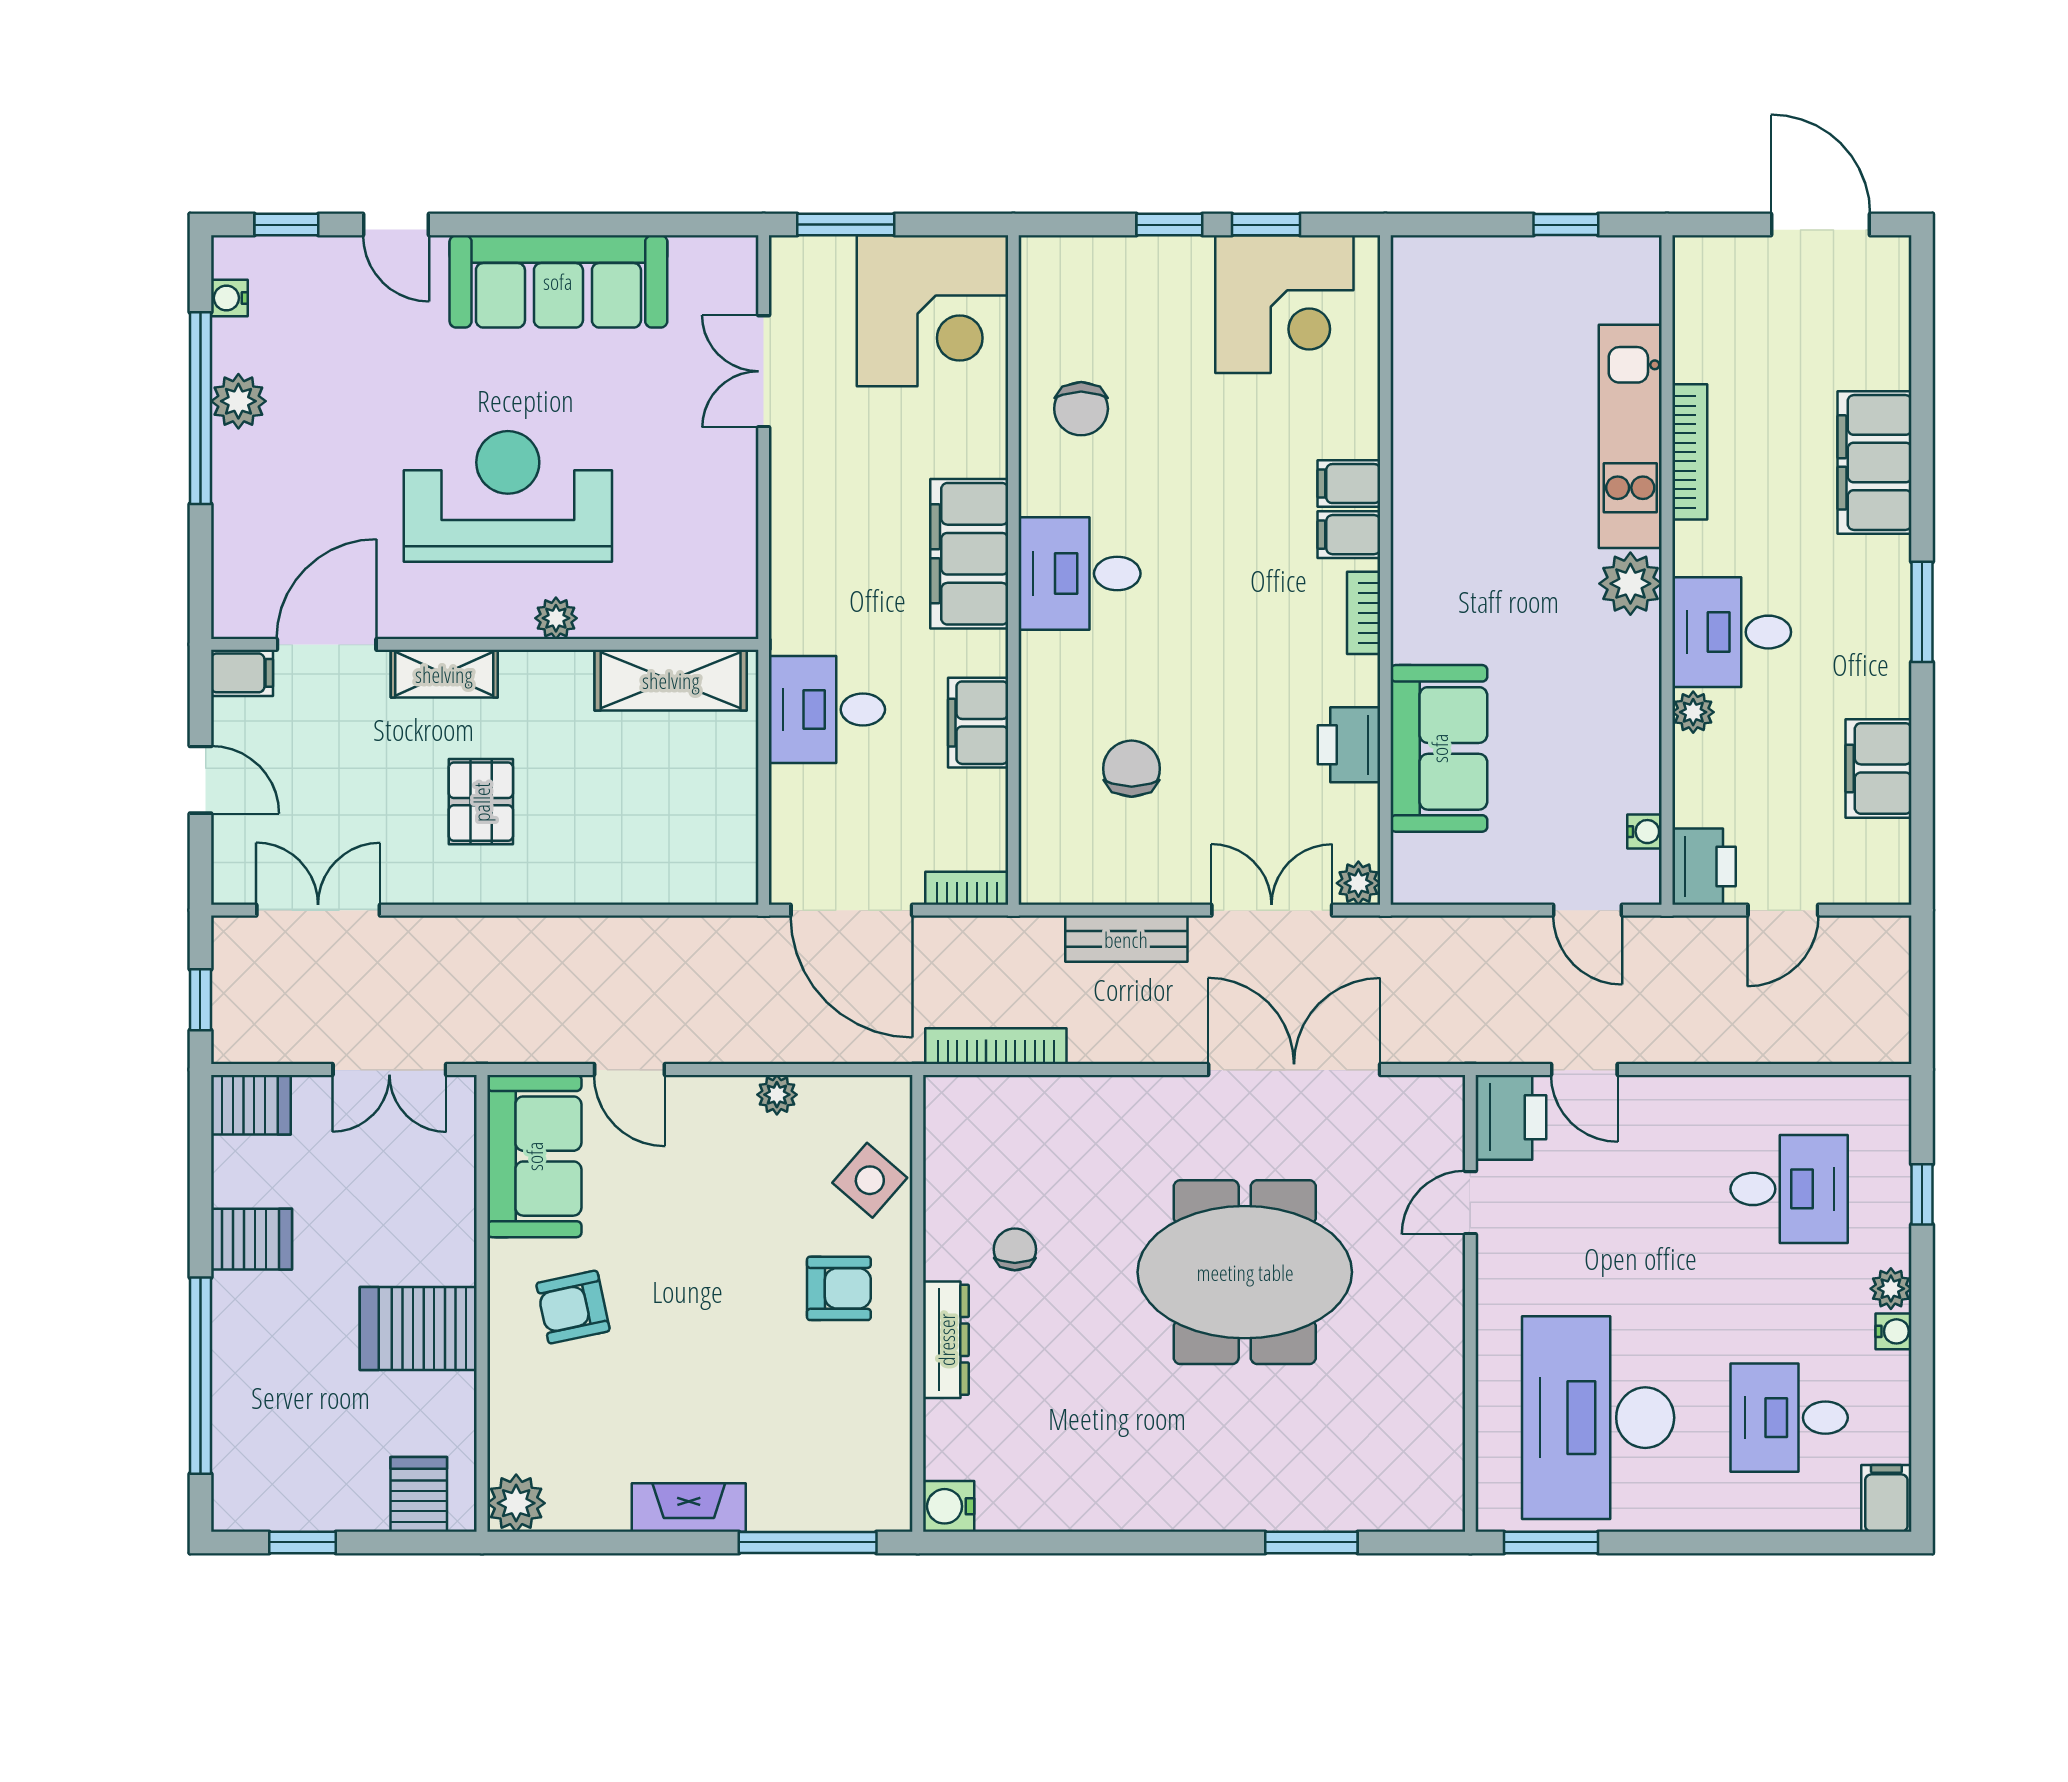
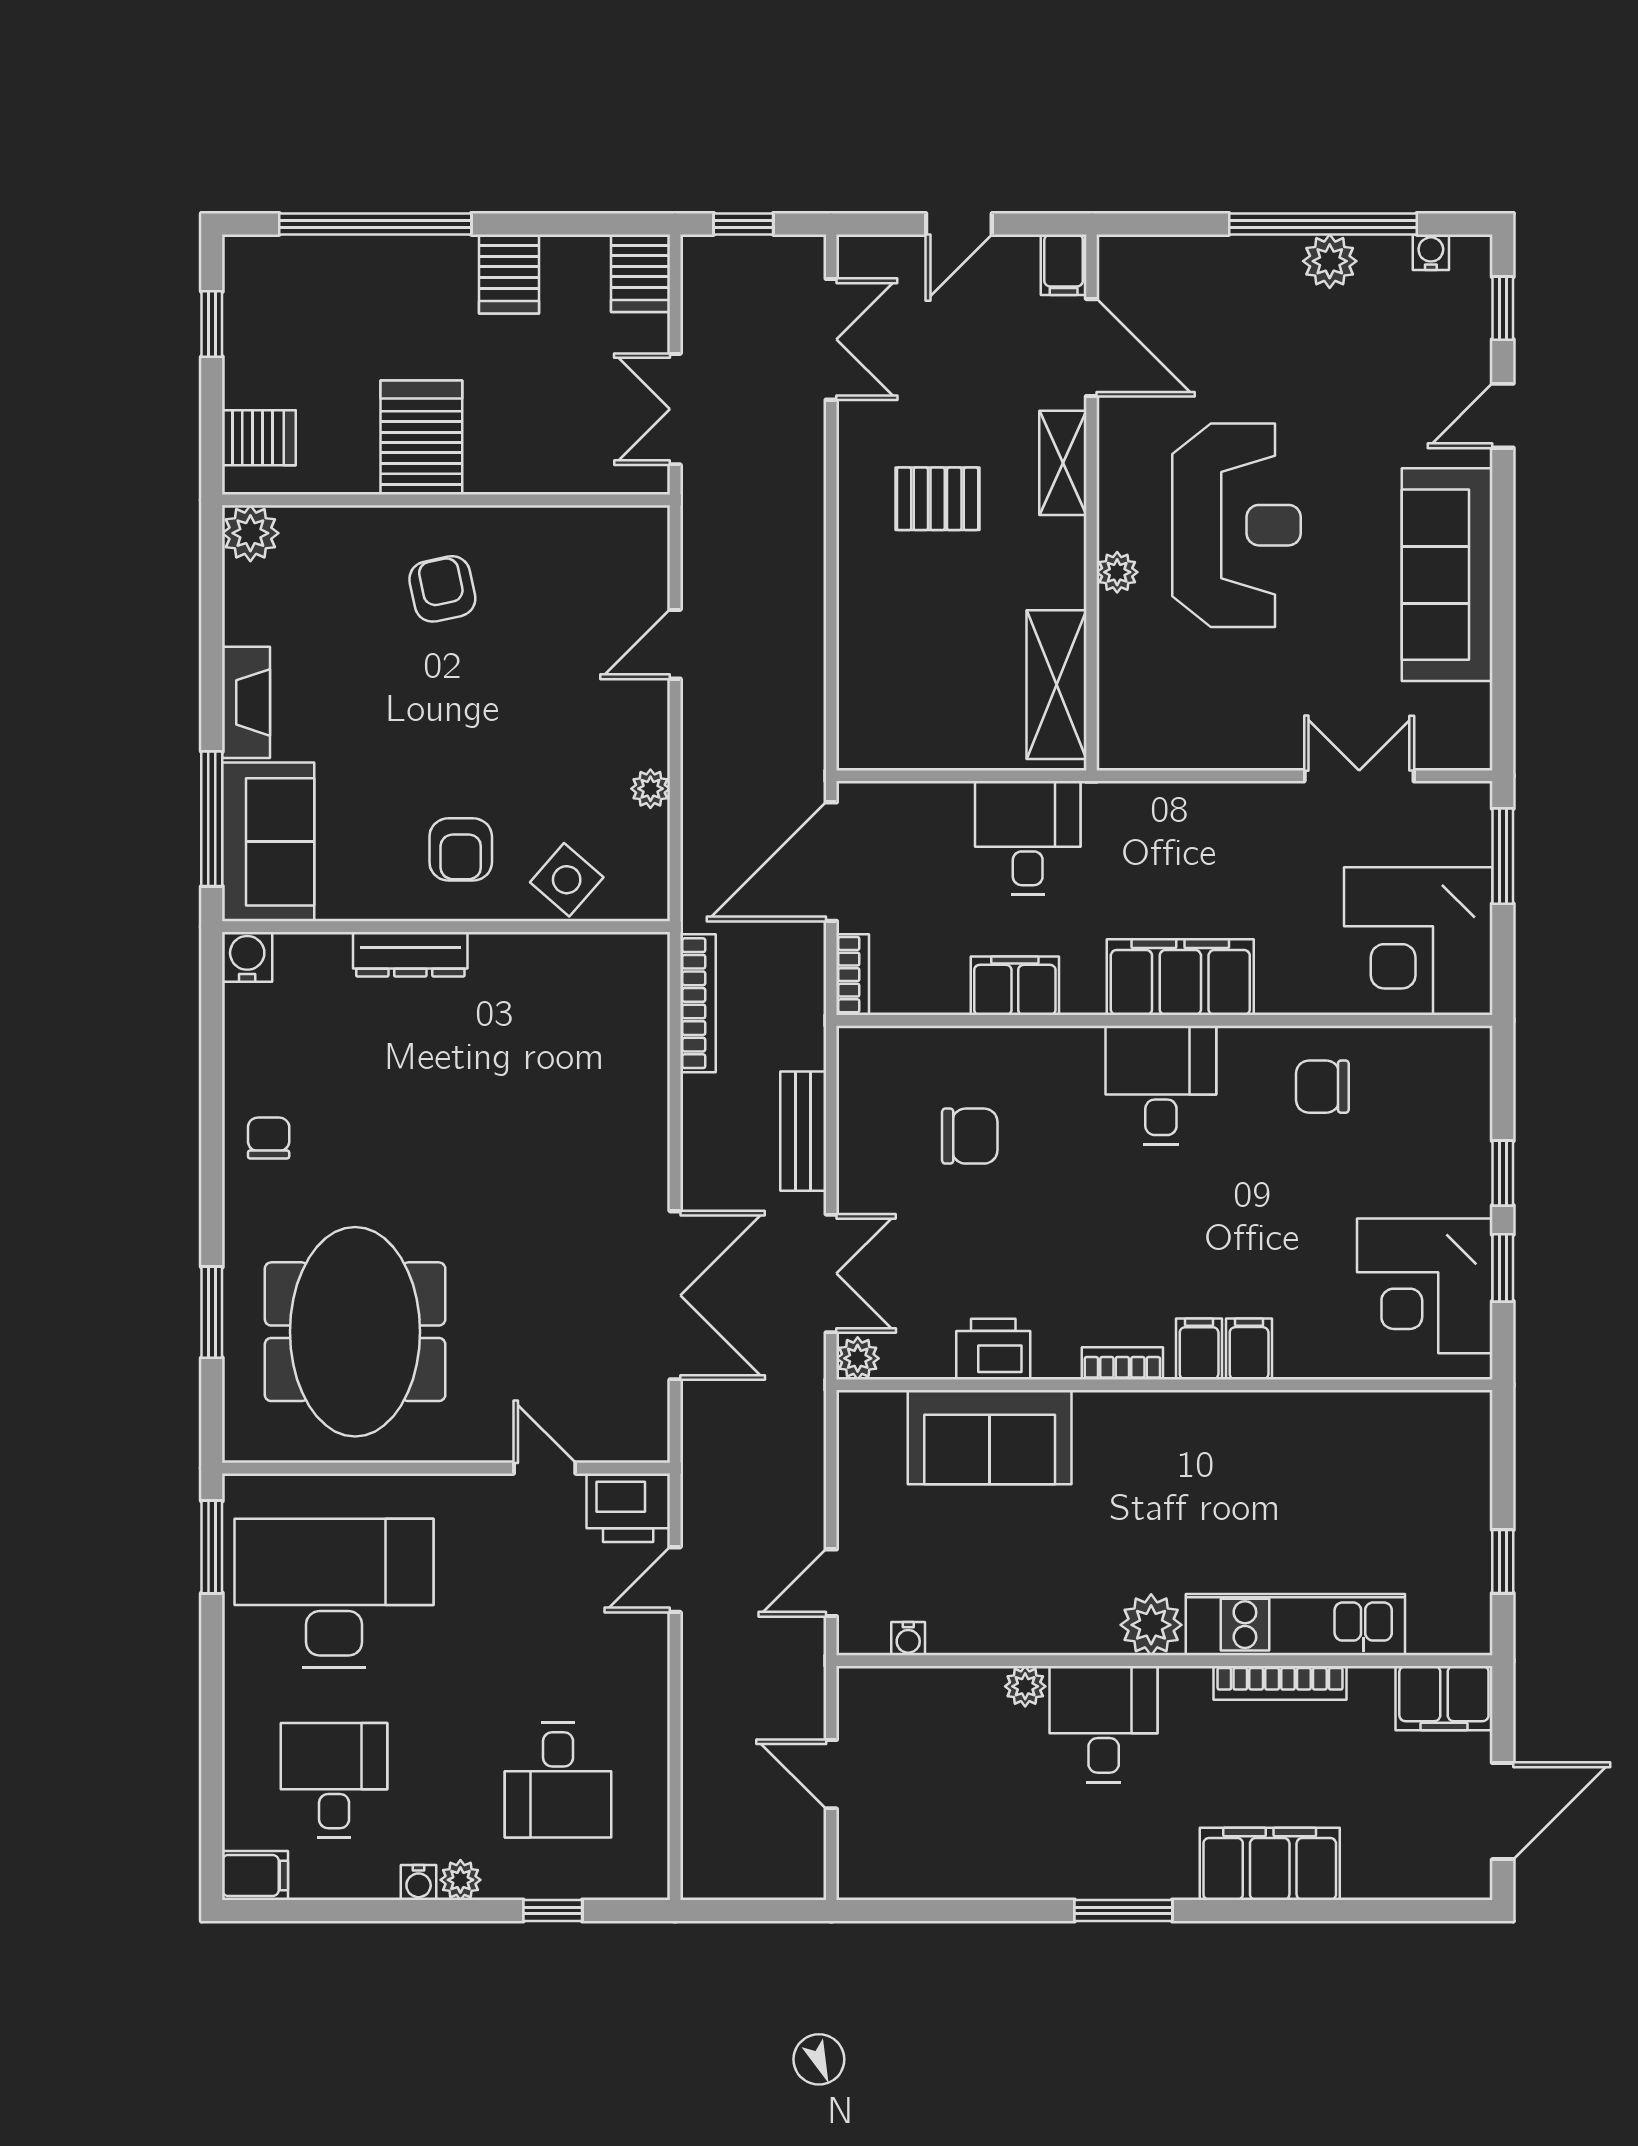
filing cabinet: (1879, 768) -> (1444, 1698), moved, turned 180
printer: (1704, 867) -> (874, 1697), removed
sofa: (534, 1156) -> (268, 842), moved, turned -90
chair: (1015, 1249) -> (269, 1138), moved, turned -90
meeting table: (1245, 1272) -> (355, 1332), moved

